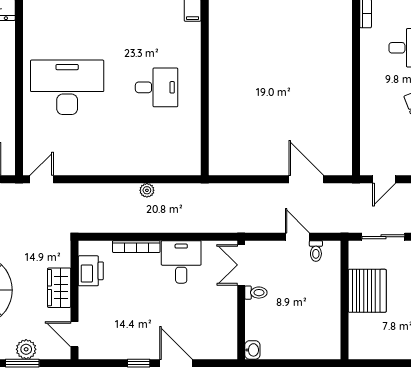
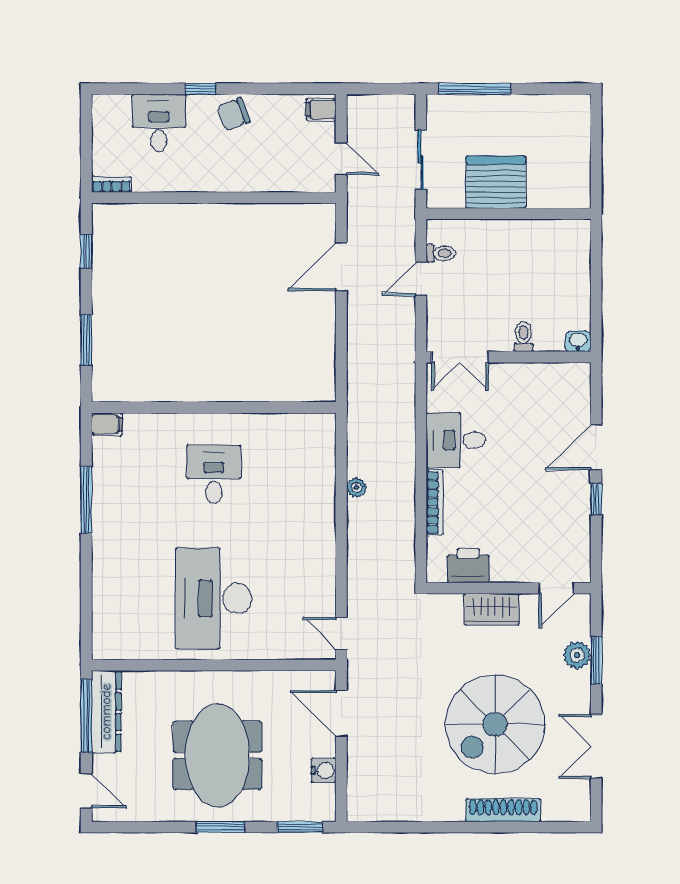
toilet: (256, 293) -> (523, 336), moved

